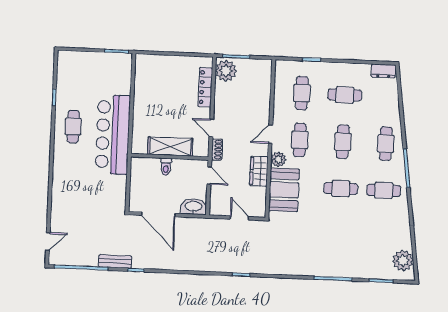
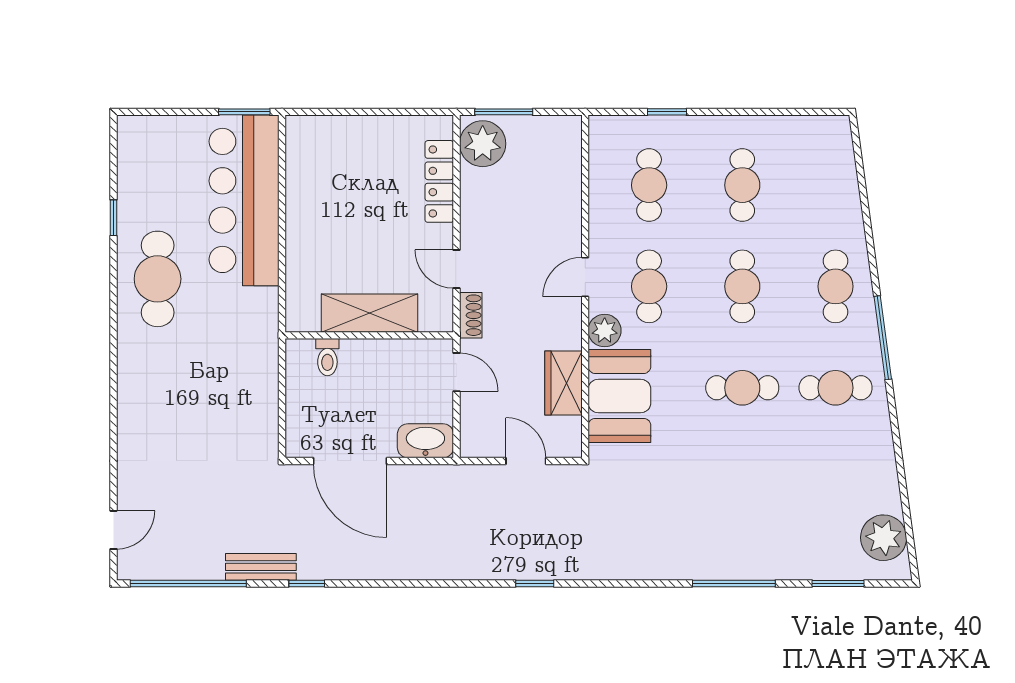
dresser: (383, 71) -> (823, 129), removed
cafe table: (345, 95) -> (742, 185), turned 90
cafe table: (73, 127) -> (158, 279), width x1.37, depth x1.35
bar counter: (113, 135) -> (244, 200), moved
toilet: (166, 167) -> (327, 357), moved
wardrobe: (259, 171) -> (563, 383), moved

